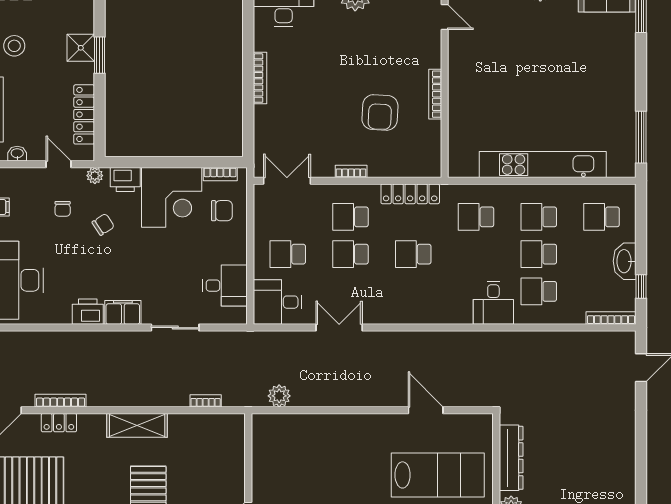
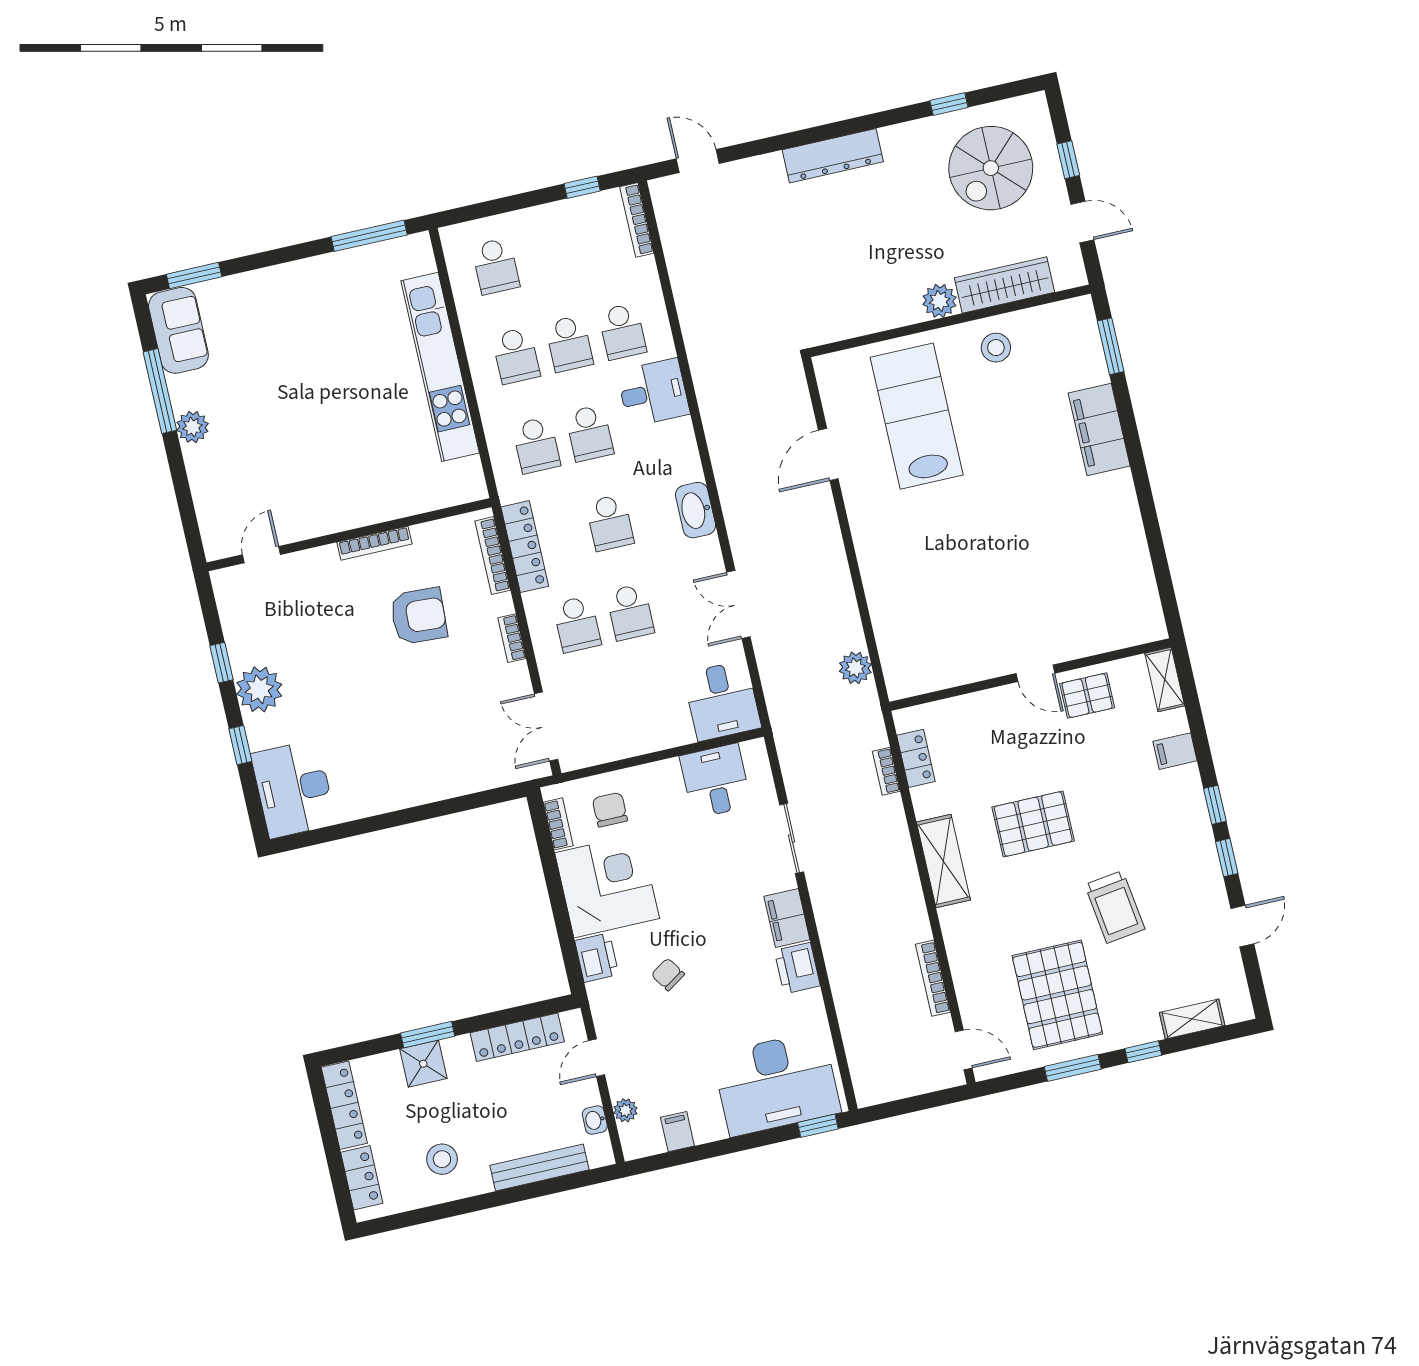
bookcase: (260, 78) -> (493, 556), moved, turned -90
plant: (95, 176) -> (625, 1110), moved
chair: (63, 209) -> (659, 1037), removed
school desk: (288, 254) -> (589, 433), moved
washbasin: (625, 261) -> (696, 510), moved, turned 90
locker: (59, 423) -> (916, 758), moved
dresser: (511, 458) -> (833, 156), moved, turned 180

